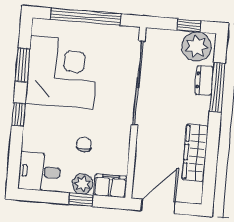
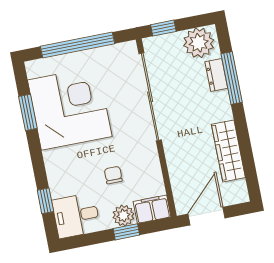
window: (189, 25) -> (163, 28), moved
window: (18, 114) -> (45, 201), moved

